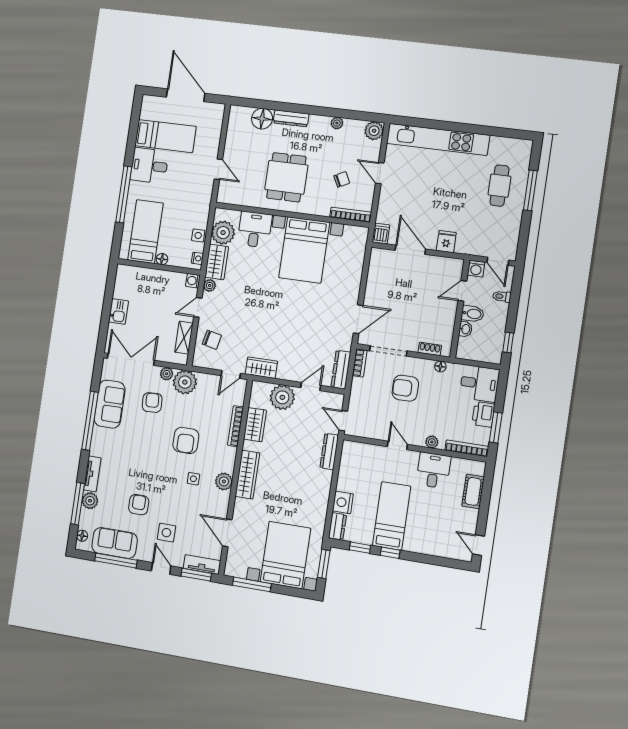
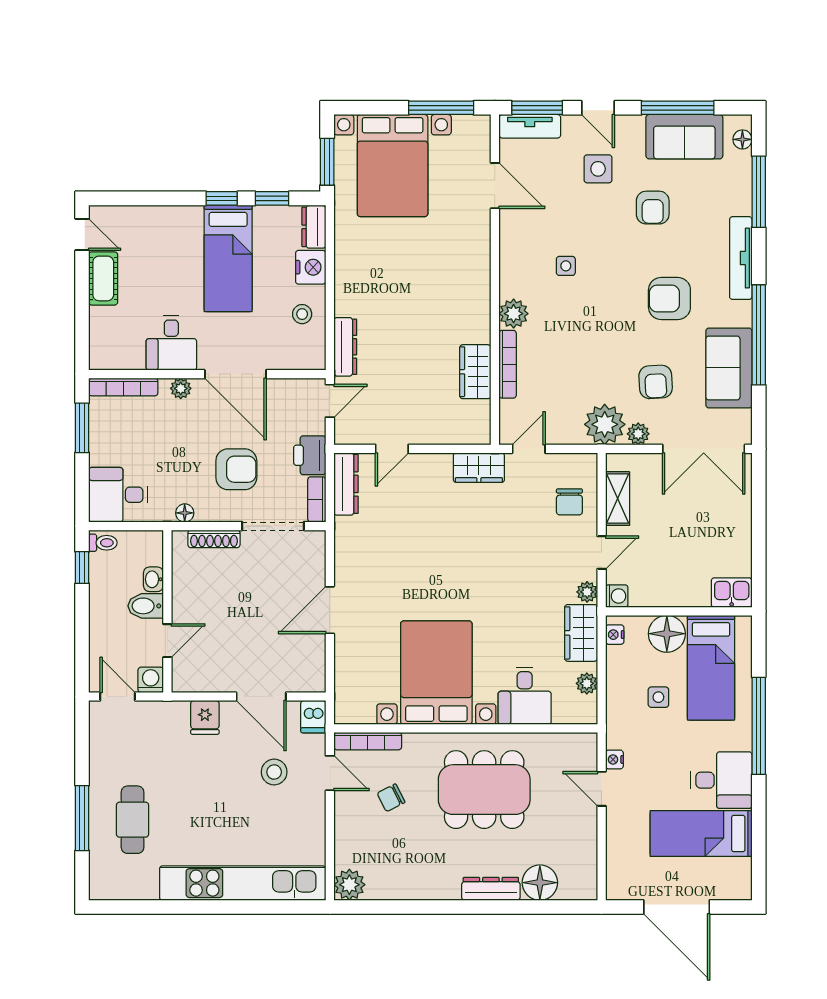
plant: (337, 123) -> (413, 890), removed
door: (380, 173) -> (330, 773), moved
dining table: (286, 177) -> (484, 790), width x1.38
nightstand: (208, 185) -> (614, 759), added
stool: (409, 203) -> (274, 772), added
plant: (223, 233) -> (587, 683), width x0.53, depth x0.53
side table: (198, 235) -> (658, 697), moved
floor lamp: (162, 259) -> (667, 634), width x1.89, depth x1.89
toilet: (502, 296) -> (103, 543), moved
kitchen sink: (119, 311) -> (732, 593), moved, turned 90
door: (358, 319) -> (330, 610), moved
chair: (212, 340) -> (569, 502), turned -102
shoe rack: (430, 349) -> (214, 539), width x1.43
plant: (282, 397) -> (436, 424), removed
printer: (483, 414) -> (310, 455), moved, turned 180
door: (343, 421) -> (330, 401), hinge flipped
armchair: (186, 440) -> (669, 299), moved, turned -90
door: (397, 445) -> (235, 374), width x1.88
tv unit: (92, 474) -> (741, 258), width x1.41
wardrobe: (247, 475) -> (476, 287), removed
stool: (352, 475) -> (302, 314), added
plant: (224, 481) -> (514, 314), moved
cot: (473, 491) -> (103, 278), moved
plant: (90, 501) -> (738, 200), removed

